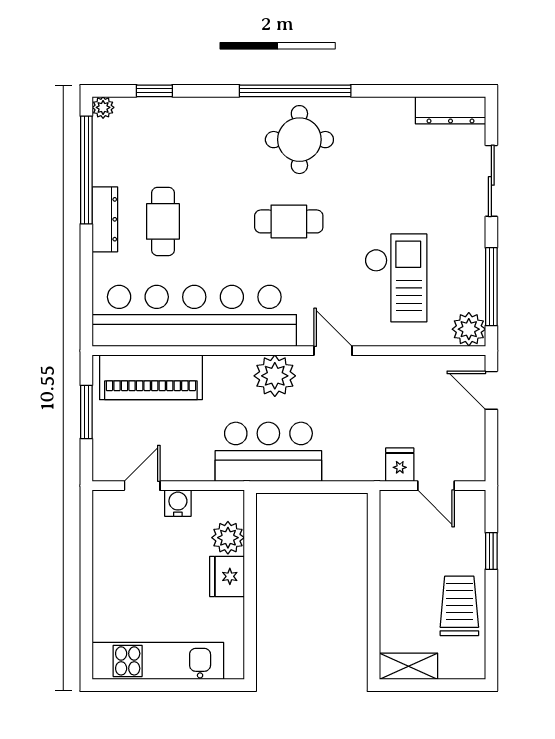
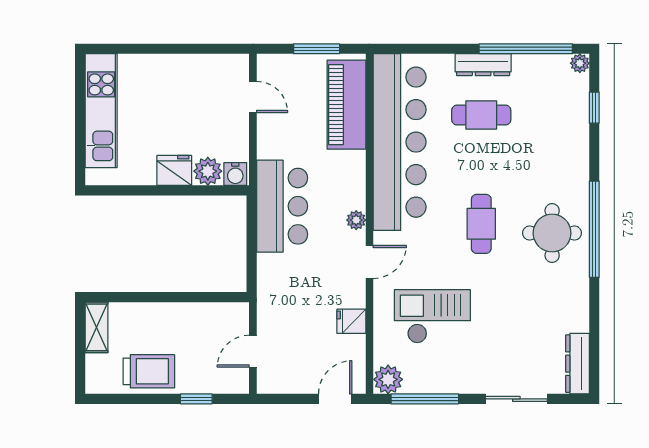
checkout: (396, 278) -> (432, 316), turned 180
plant: (275, 376) -> (356, 220), width x0.53, depth x0.53
fridge: (400, 465) -> (351, 321), moved, turned 180
water cooler: (178, 503) -> (235, 174), moved, turned 90

